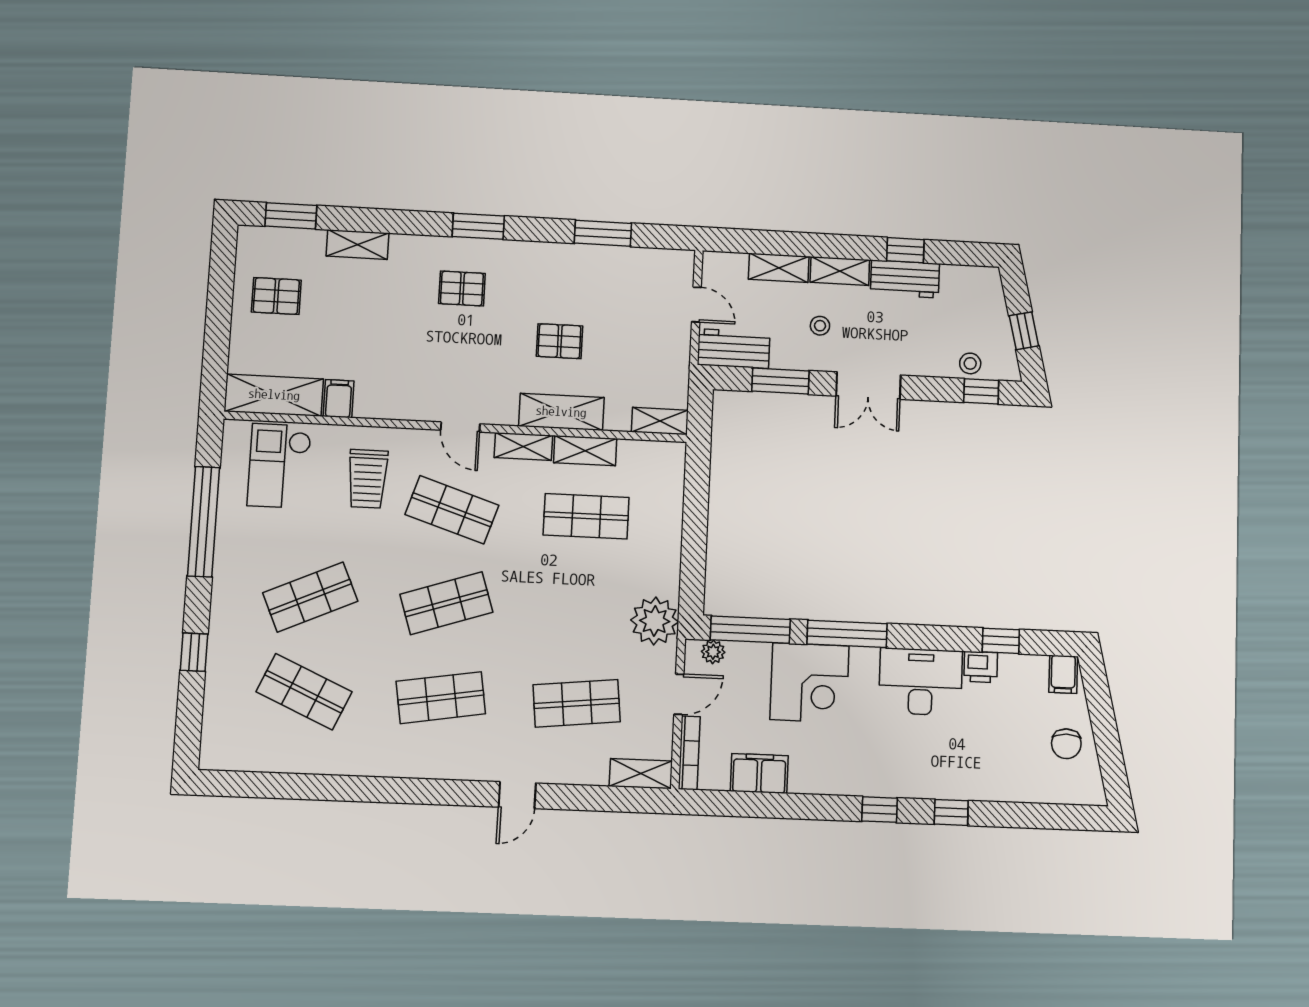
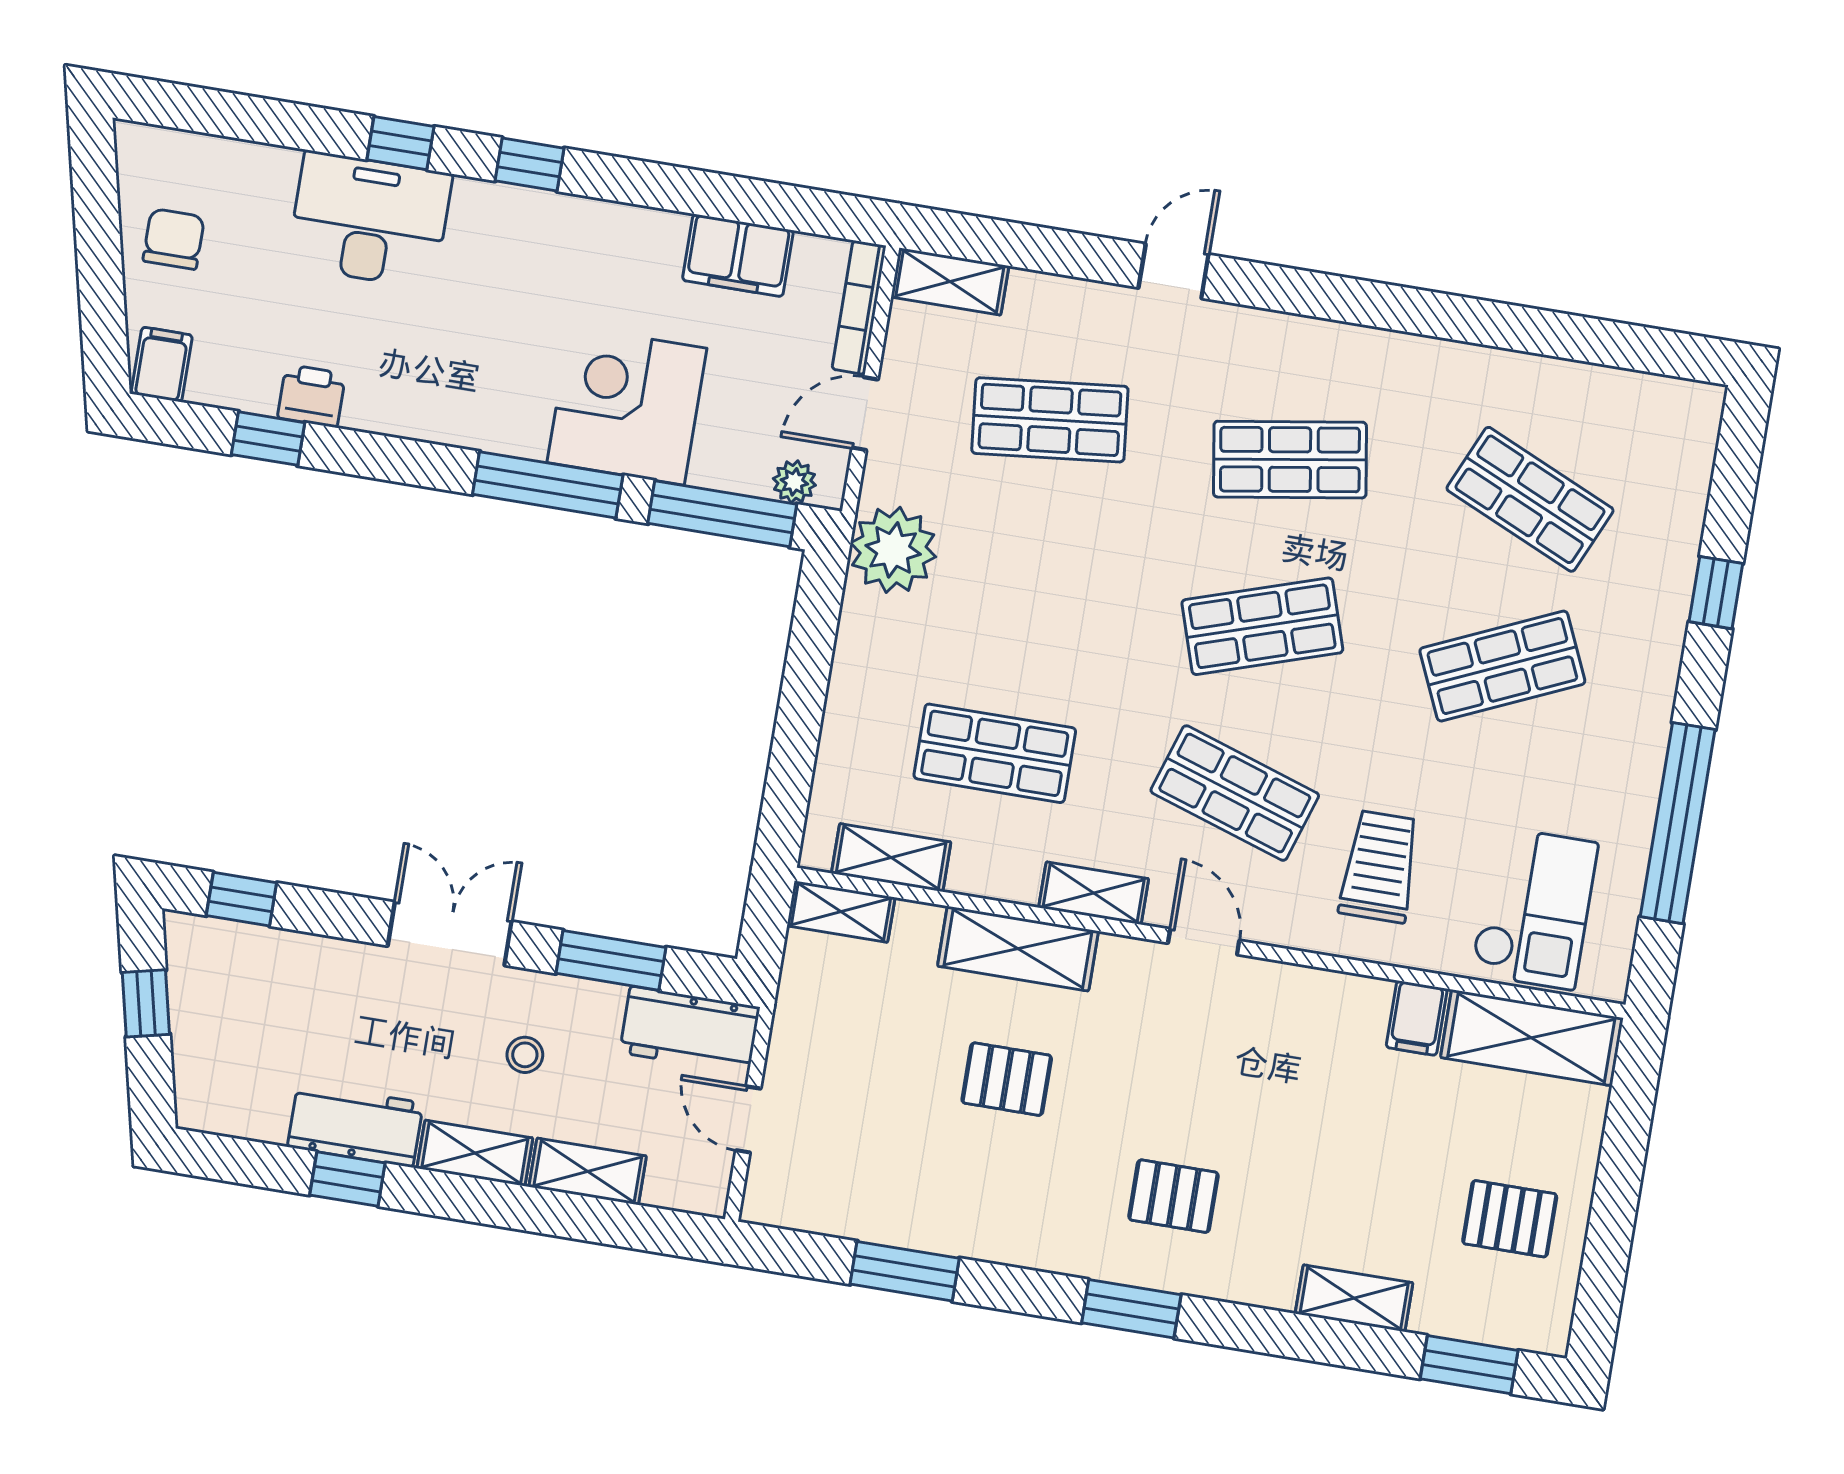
stool: (970, 363) -> (255, 954), removed
shelving: (585, 451) -> (891, 858), moved
desk: (921, 682) -> (370, 220), moved, turned 180

